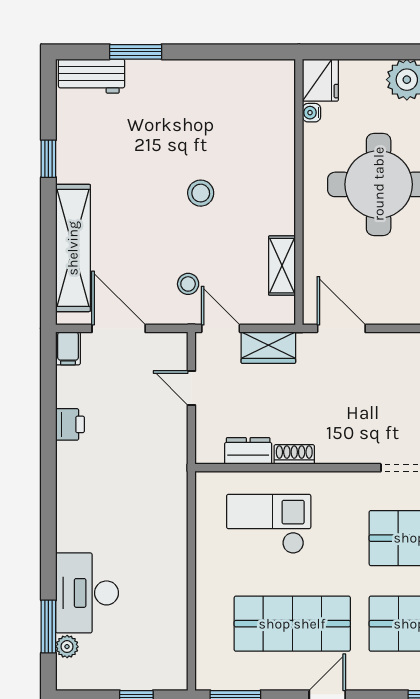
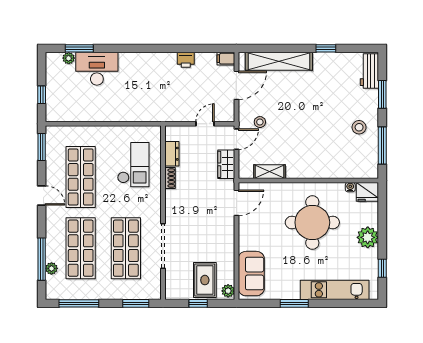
window: (233, 52) -> (382, 145), added
stool: (201, 193) -> (359, 127), moved

